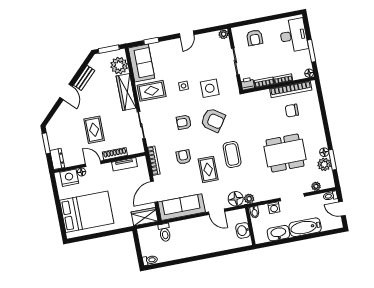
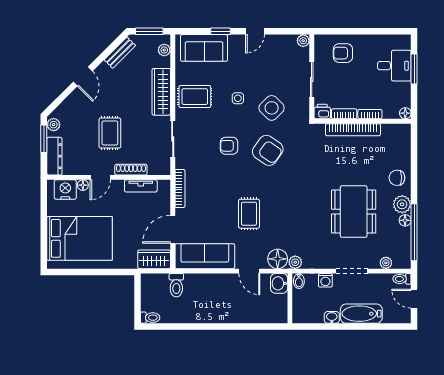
desk: (293, 35) -> (394, 66), width x0.73
armchair: (255, 38) -> (343, 53), turned 90
window: (151, 41) -> (221, 31), moved
window: (312, 51) -> (414, 69), moved
sofa: (141, 63) -> (204, 48), moved, turned 90
plant: (119, 66) -> (164, 50), width x0.53, depth x0.53
bench: (84, 78) -> (120, 53), moved
side table: (210, 88) -> (272, 108), turned 45
bookcase: (291, 89) -> (353, 130), moved
chair: (292, 111) -> (397, 178), moved
plant: (51, 132) -> (54, 125), added
dining table: (285, 153) -> (354, 212), turned 90
coffee table: (232, 154) -> (284, 200), removed
armchair: (183, 157) -> (220, 191), removed
dresser: (57, 159) -> (54, 156), width x1.44
window: (332, 160) -> (414, 232), width x2.11
door: (93, 164) -> (100, 177), swing flipped
plant: (324, 164) -> (402, 204), moved
washbasin: (243, 230) -> (279, 283), moved
washbasin: (278, 233) -> (332, 317), width x0.52, depth x0.69

